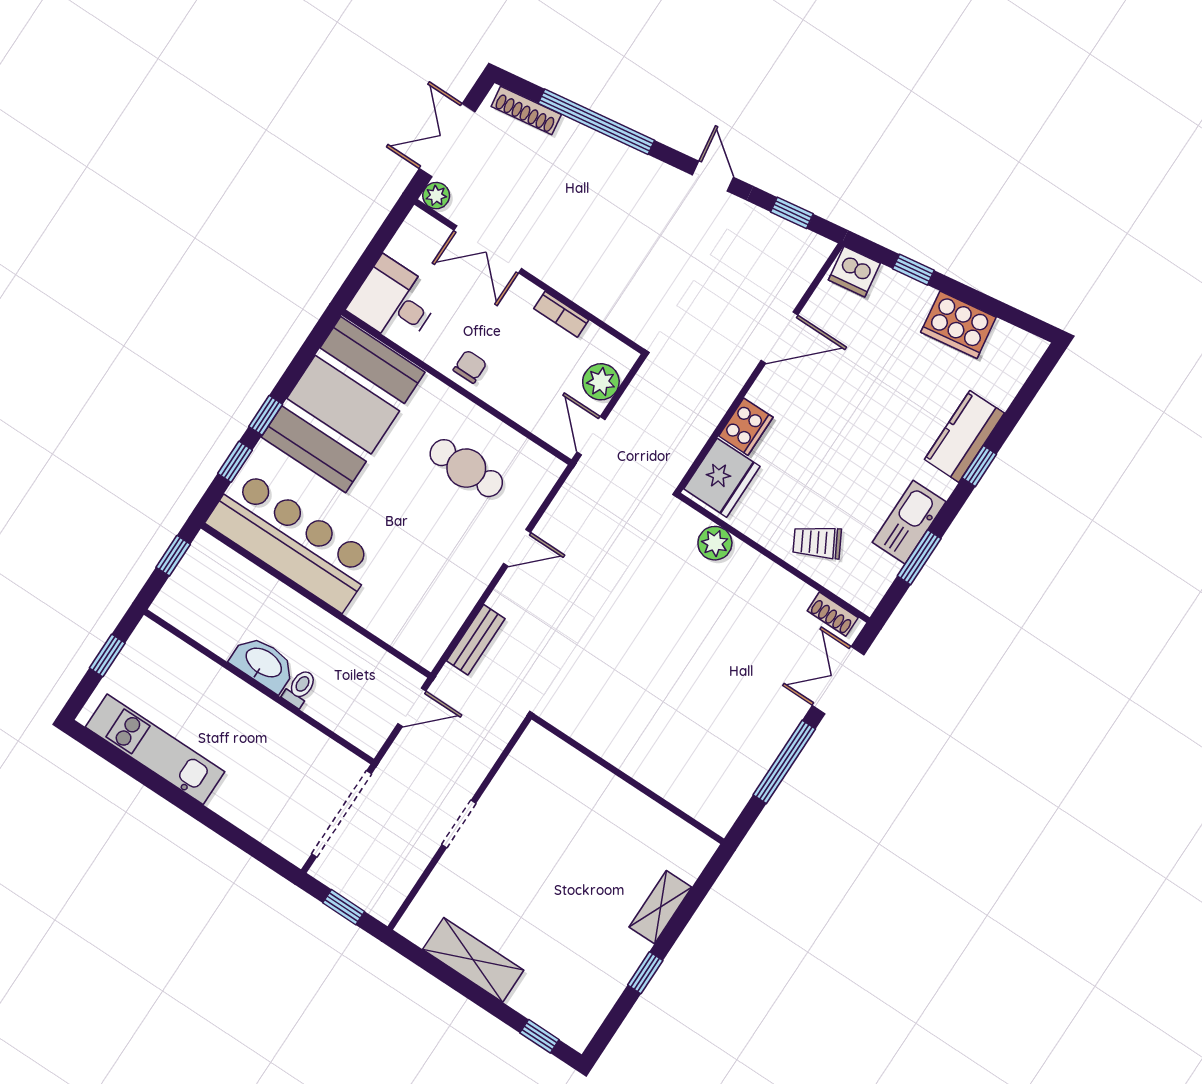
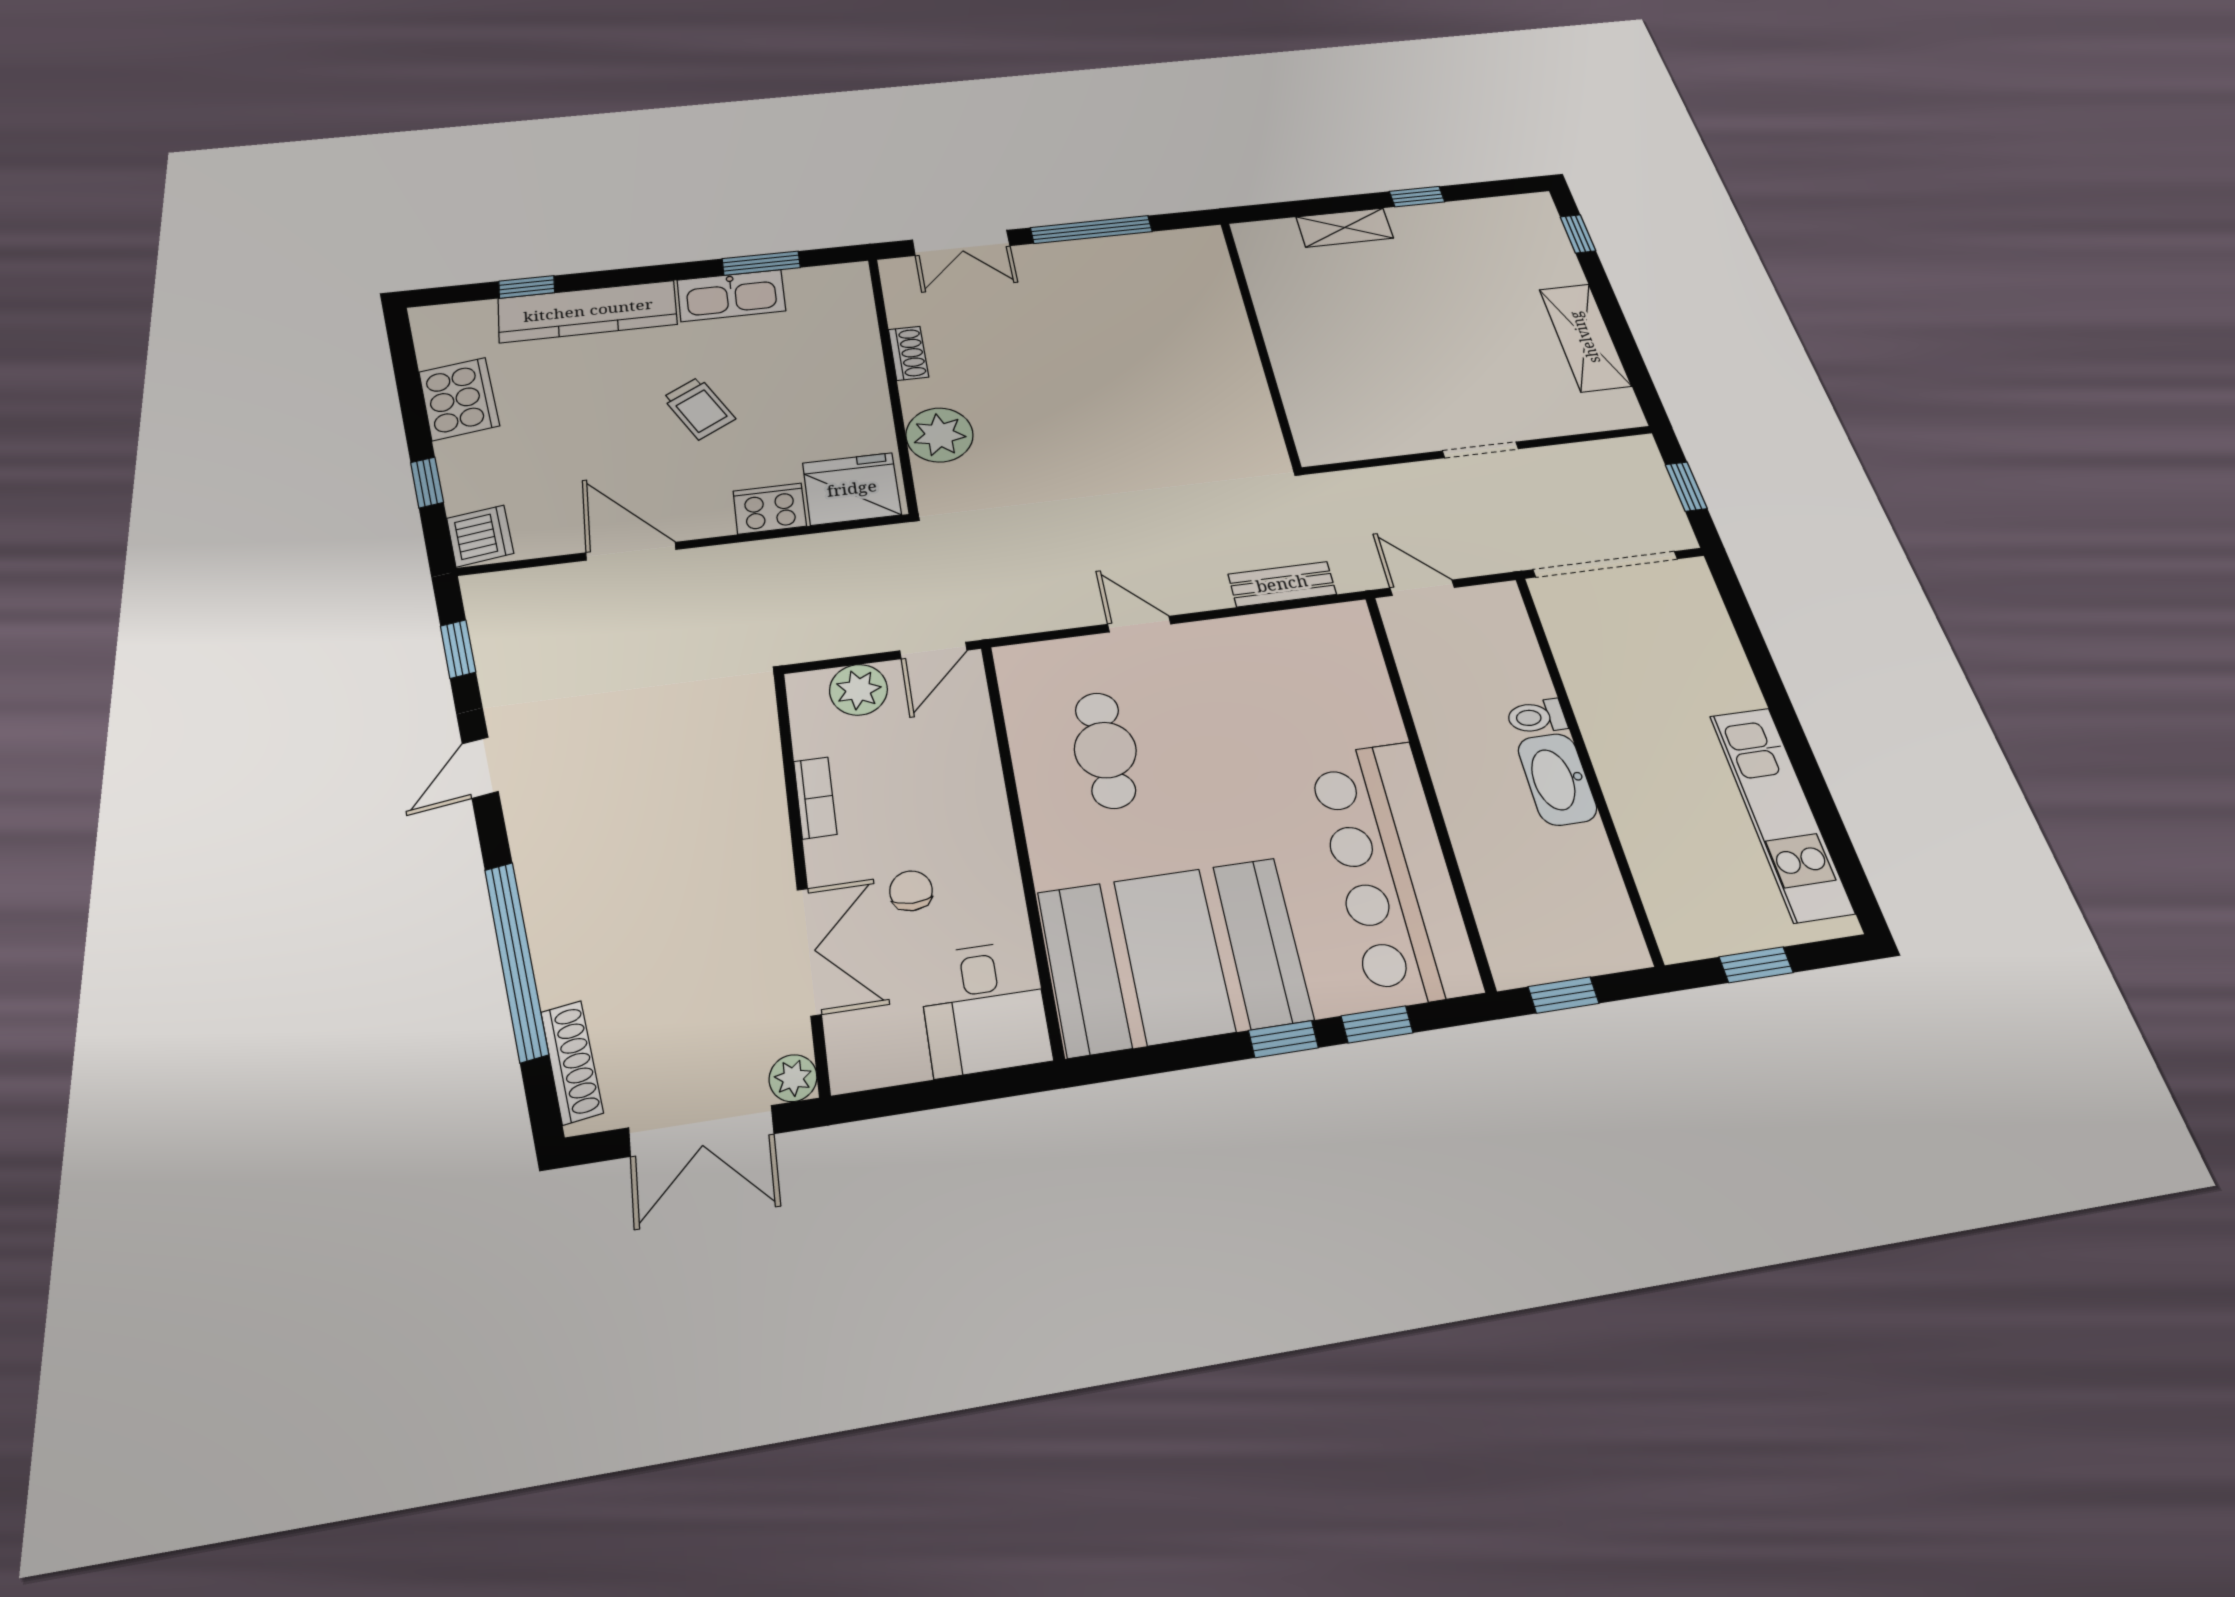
chair: (470, 367) -> (911, 891), moved, turned 91
kitchen counter: (964, 436) -> (588, 311), width x1.50
window: (979, 466) -> (527, 287), moved
trolley: (817, 542) -> (699, 408), moved
plant: (715, 543) -> (939, 435), width x1.36, depth x1.36
shoe rack: (833, 614) -> (908, 353), moved

